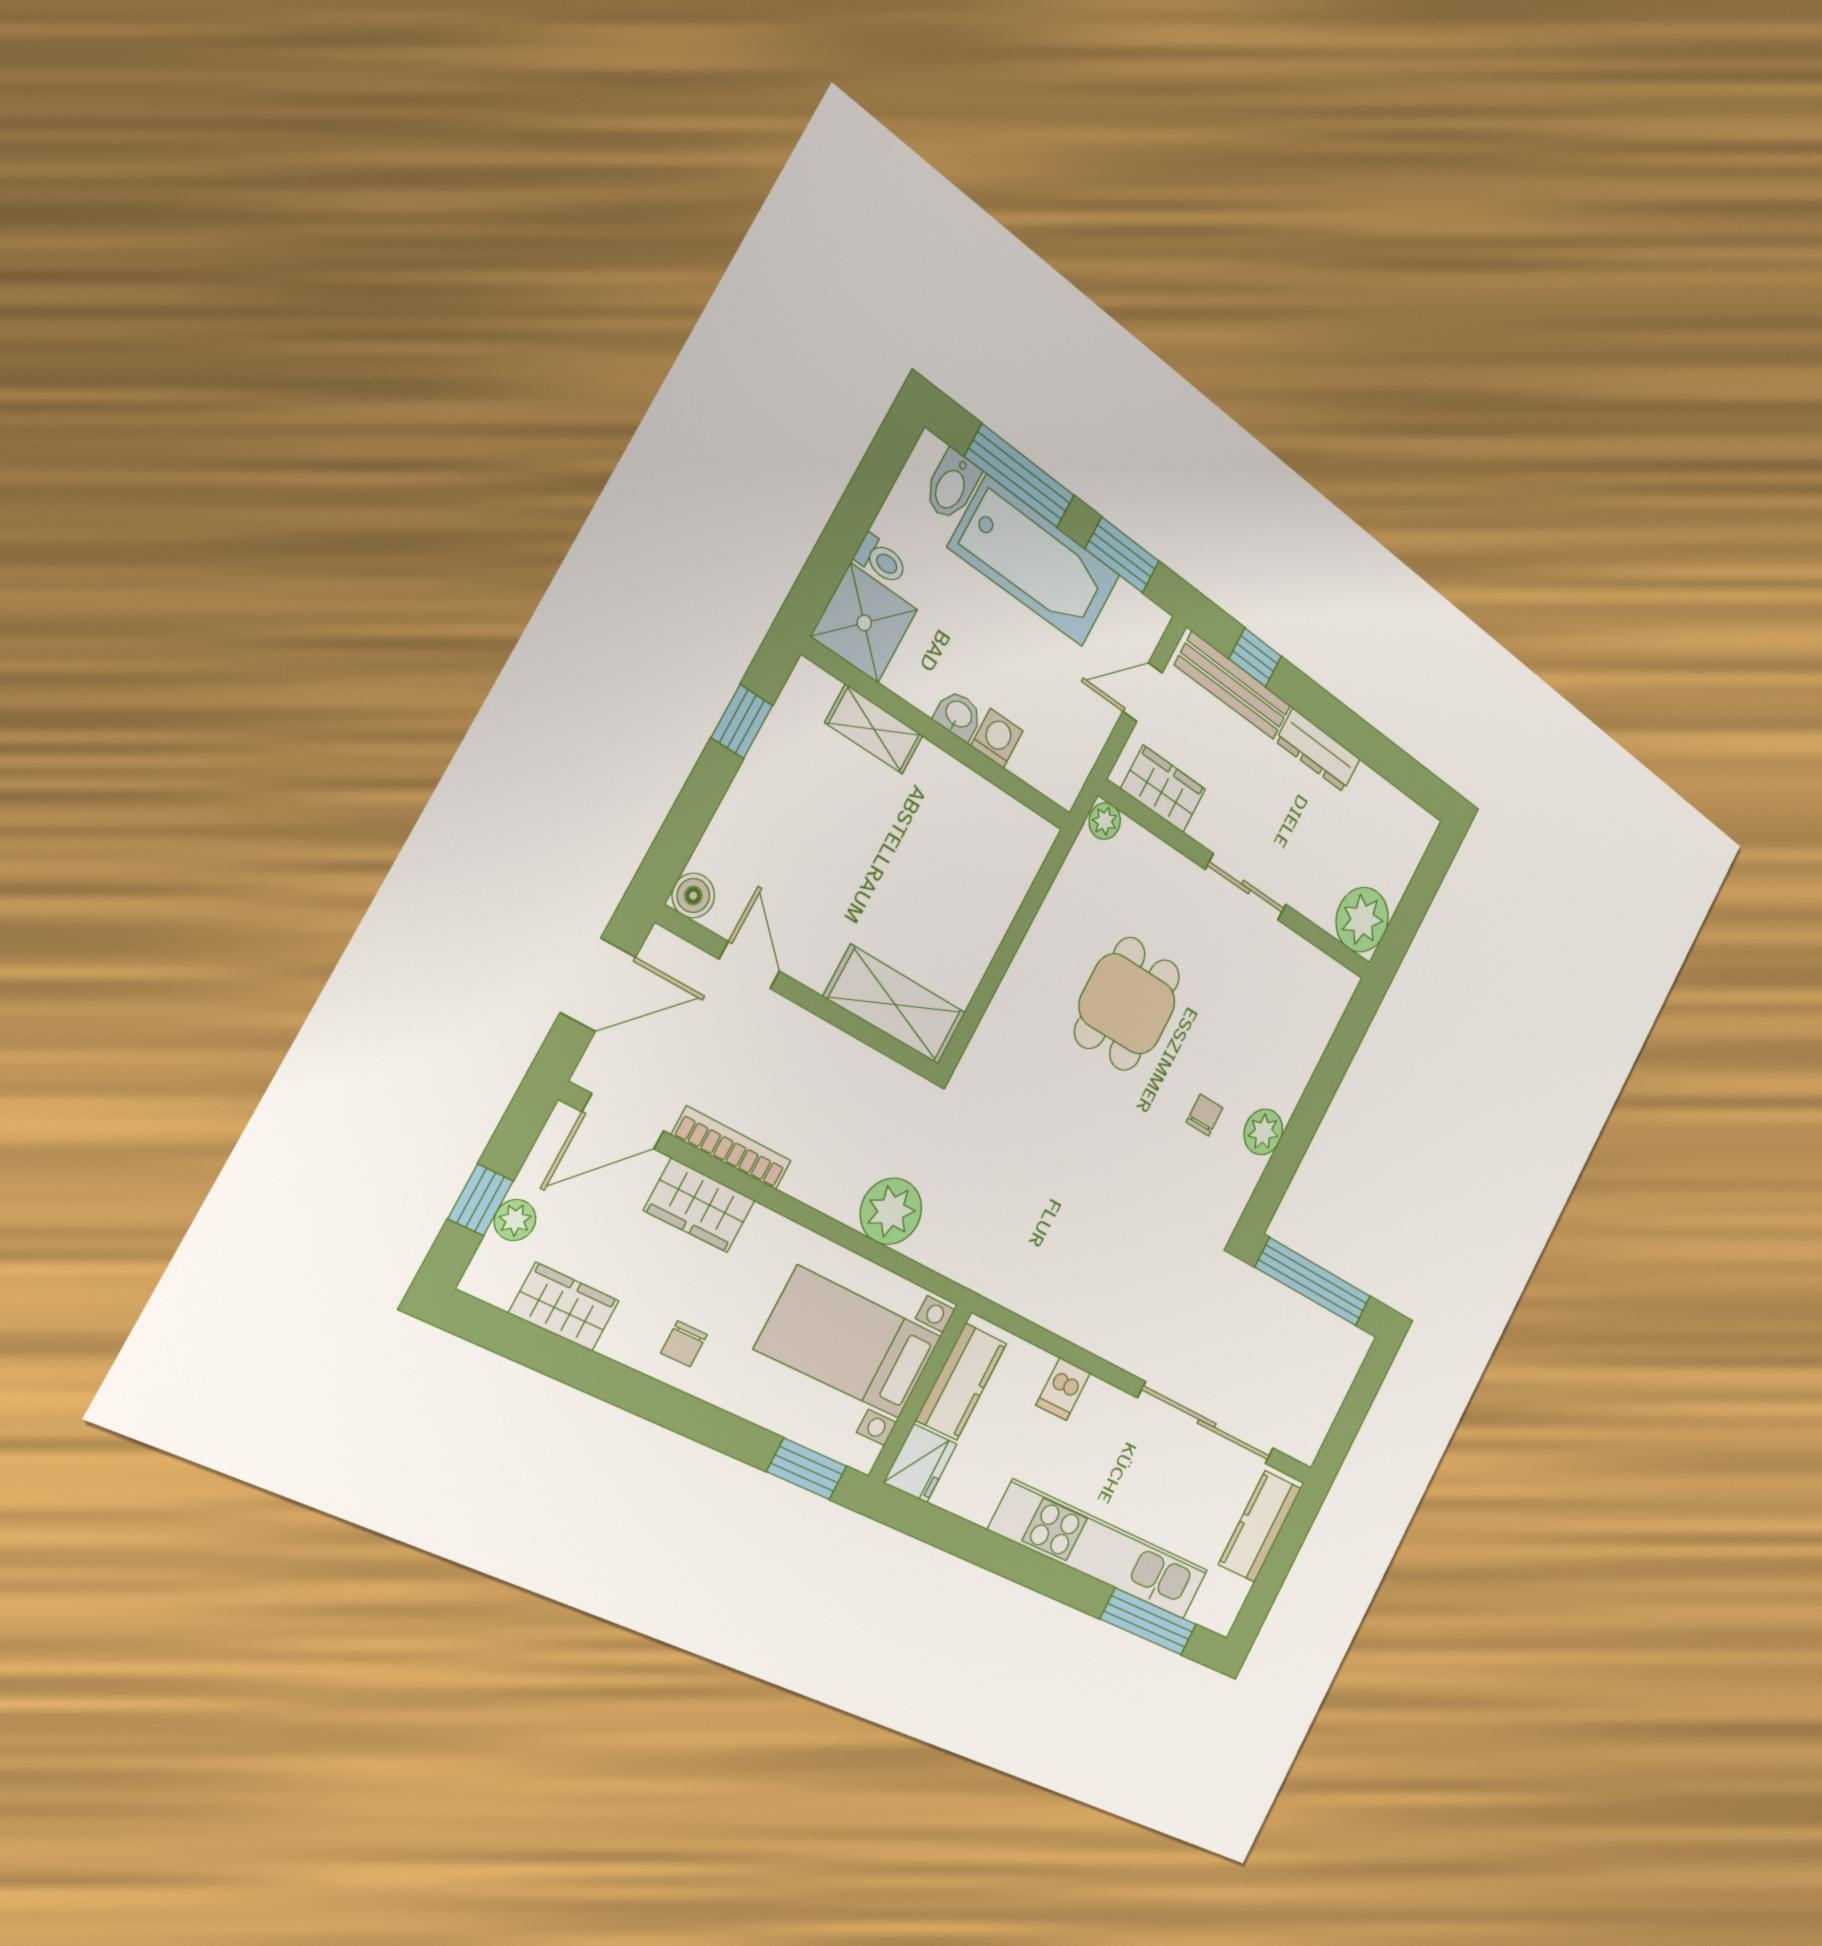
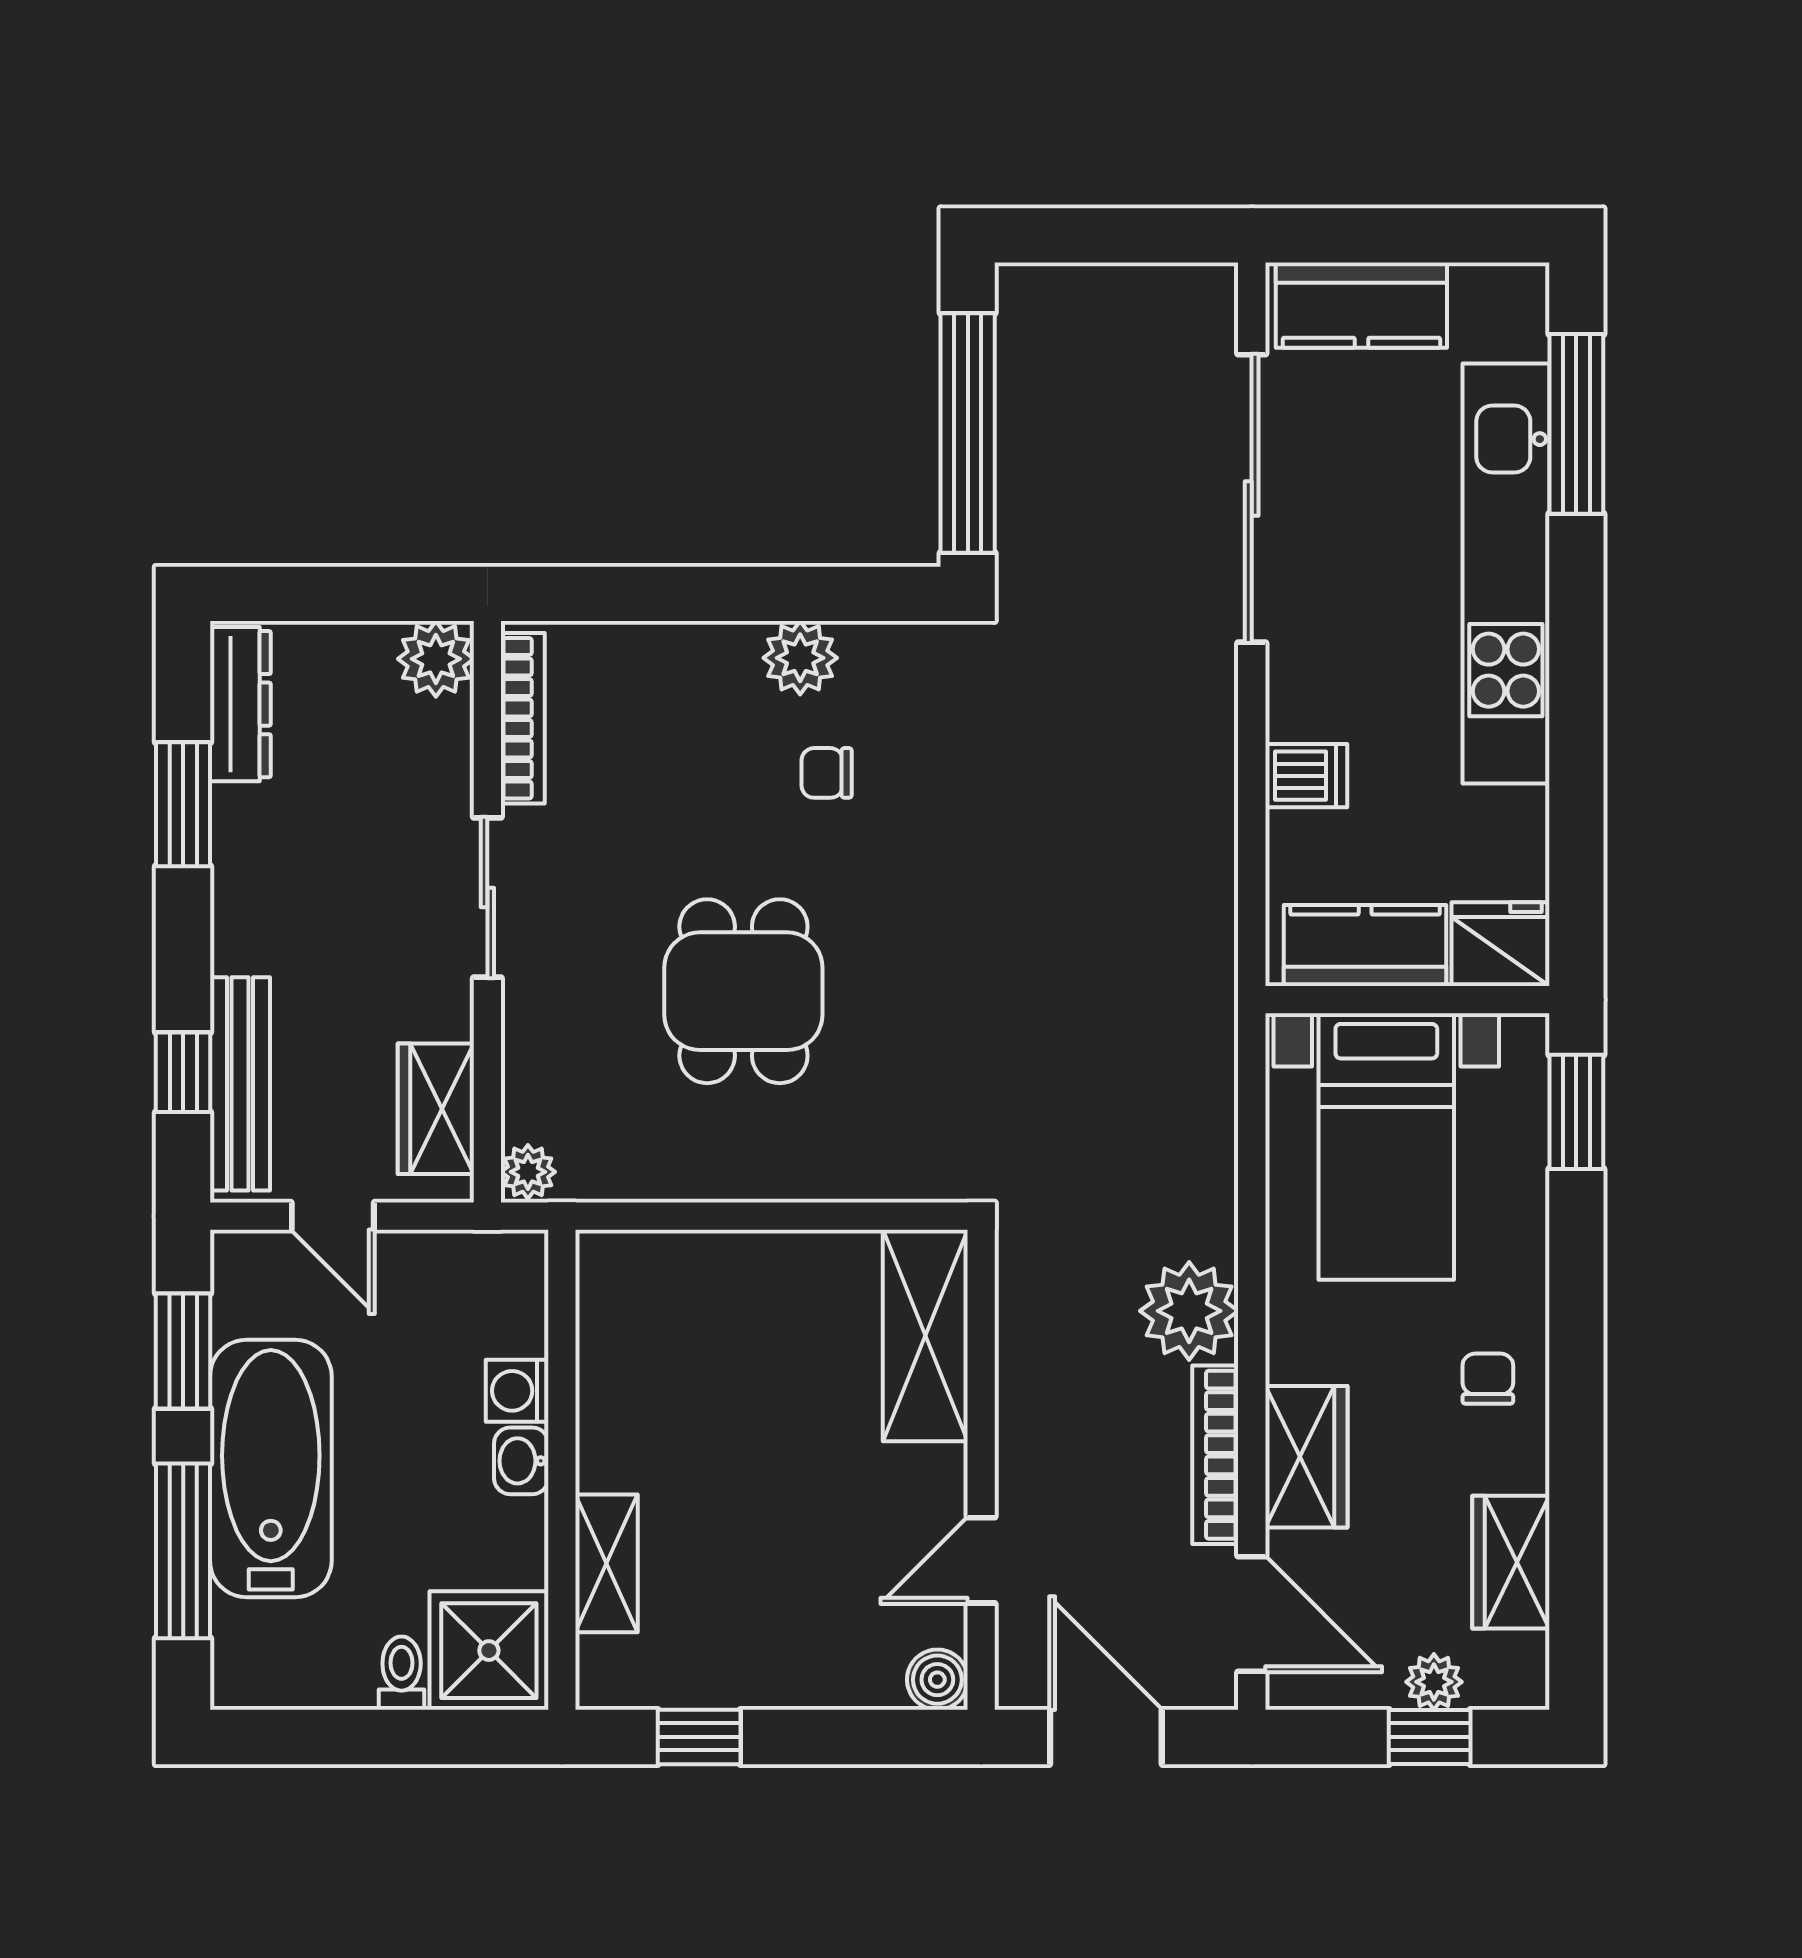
bidet: (952, 485) -> (255, 1634), removed
window: (1373, 748) -> (183, 804), added
dresser: (1318, 750) -> (240, 704), moved
plant: (1362, 920) -> (436, 659), width x0.73, depth x0.73
bookcase: (1315, 961) -> (523, 718), added
dining table: (1127, 1004) -> (743, 991), turned 90
plant: (891, 1211) -> (1189, 1311), moved
chair: (684, 1344) -> (1488, 1379), turned -90

